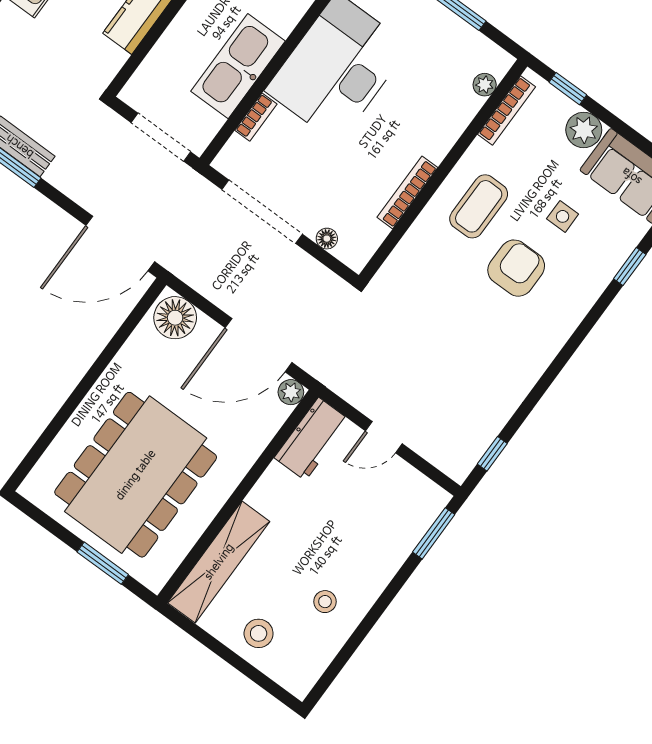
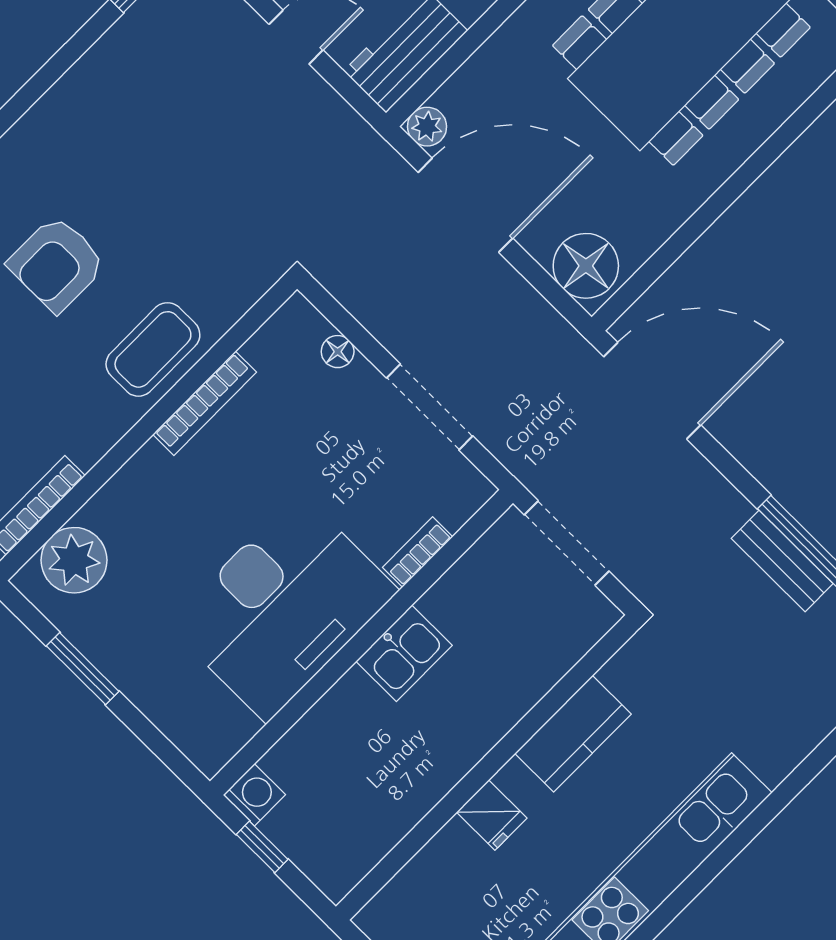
kitchen sink: (238, 66) -> (404, 653), width x0.53, depth x0.81
plant: (485, 85) -> (74, 560), width x1.87, depth x1.87
coffee table: (479, 206) -> (153, 349), moved
doorway: (262, 212) -> (430, 407), width x0.73

